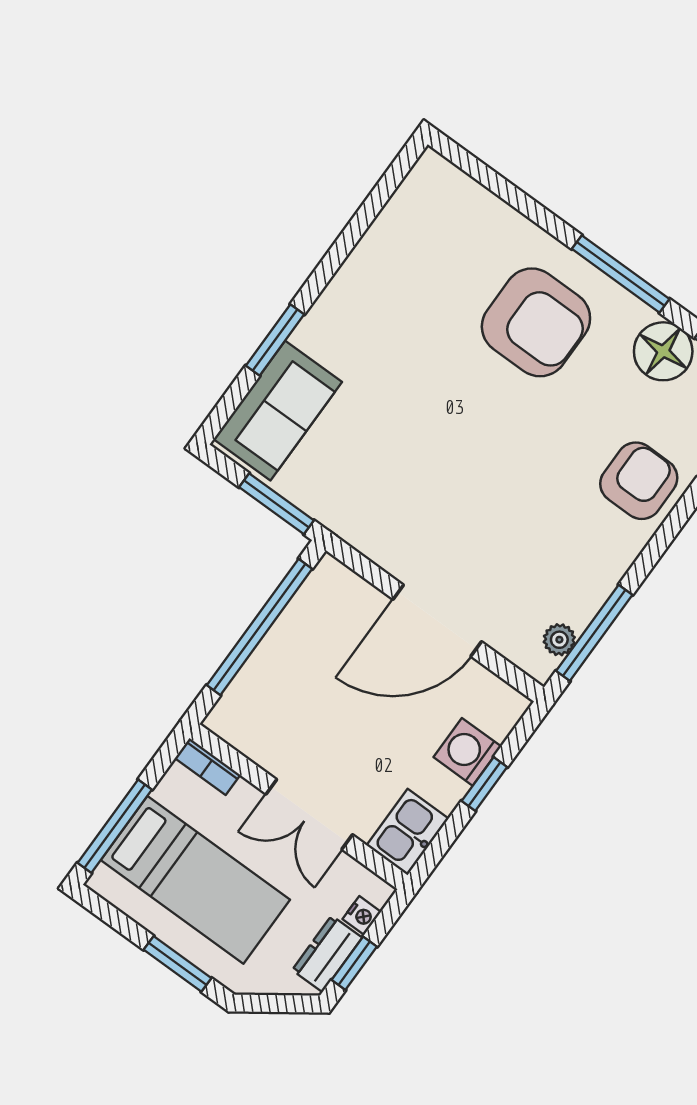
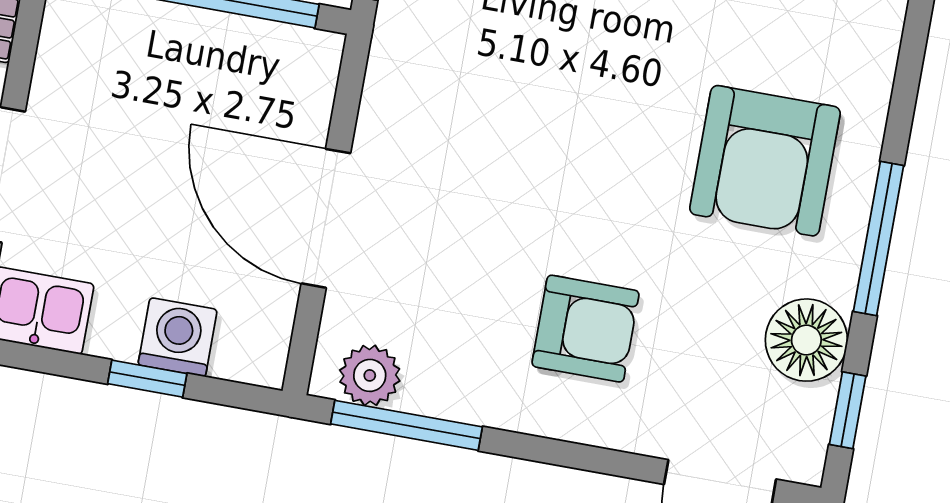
armchair: (639, 481) -> (585, 329), moved
plant: (559, 640) -> (370, 375), width x1.38, depth x1.38

